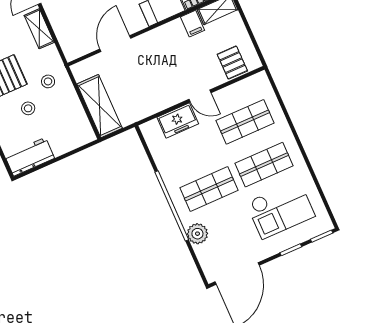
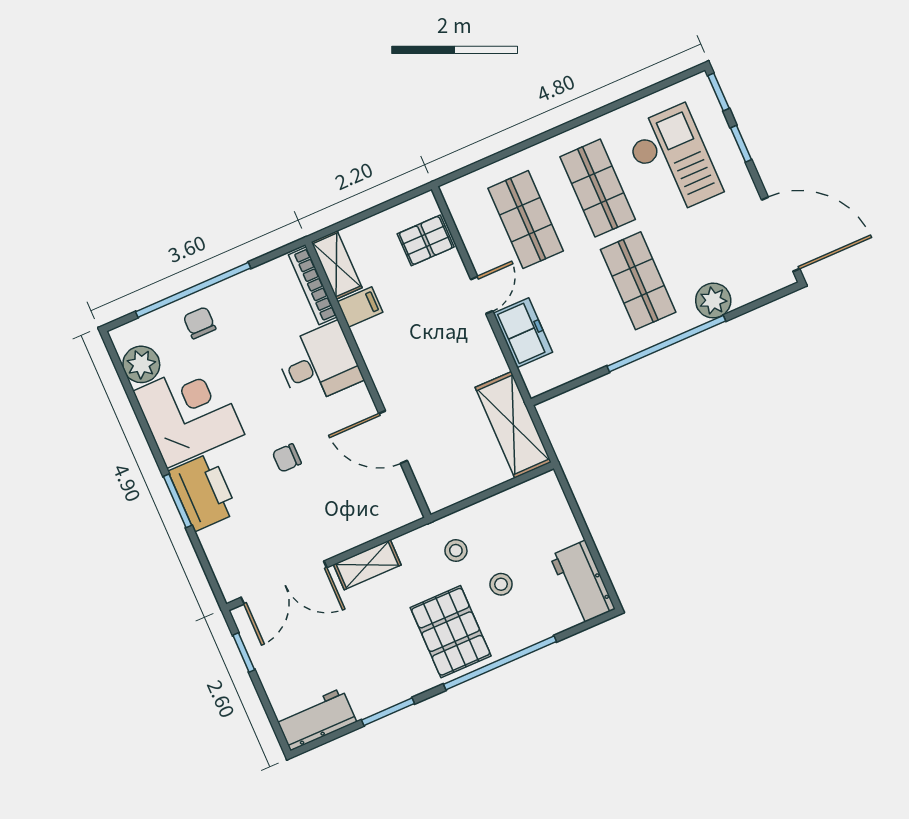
shelving: (100, 106) -> (513, 425), moved, turned 90

